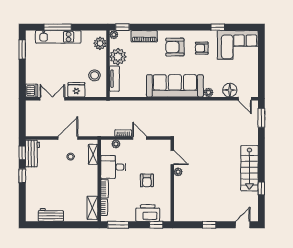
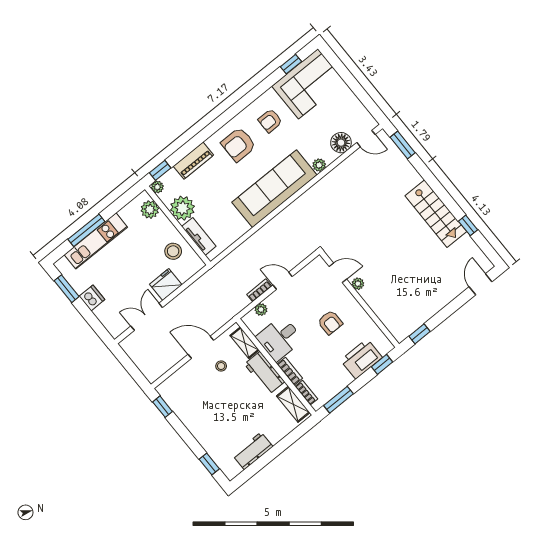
window: (218, 27) -> (291, 64), moved
dishwasher: (32, 91) -> (92, 298), moved
door: (68, 138) -> (201, 347), hinge flipped
workbench: (32, 153) -> (265, 373), moved, turned 180
window: (22, 176) -> (209, 464), moved
window: (209, 225) -> (419, 334), moved

